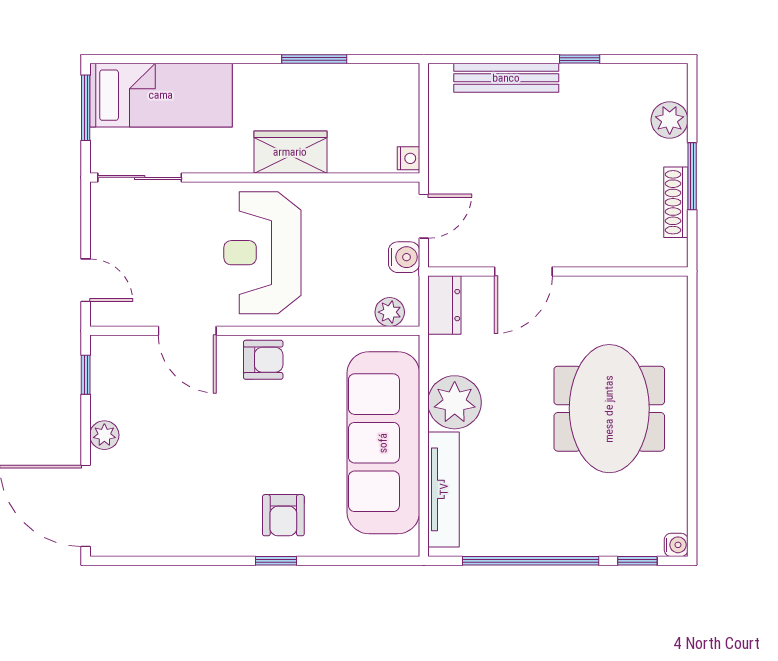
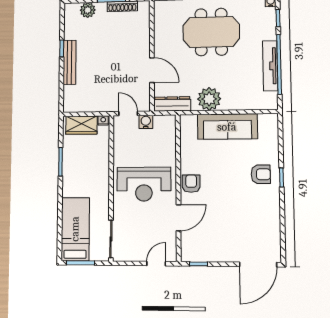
bench: (506, 78) -> (70, 62), moved
wardrobe: (290, 152) -> (81, 125), moved, turned -90
dresser: (444, 305) -> (172, 104), width x1.44
plant: (390, 312) -> (170, 128), removed
plant: (104, 435) -> (226, 256), removed
sofa: (383, 443) -> (227, 127), width x0.74, depth x0.79
tv unit: (444, 489) -> (270, 66), moved, turned -90

